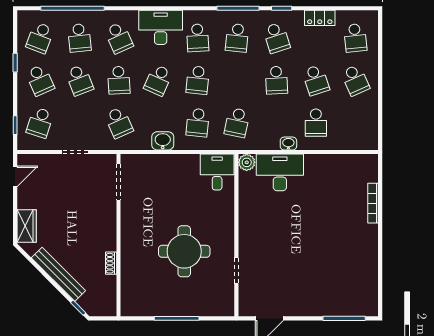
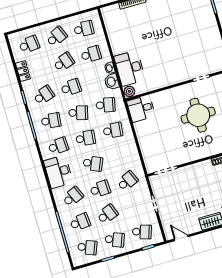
school desk: (40, 80) -> (115, 240), turned 45
school desk: (237, 80) -> (78, 113), added
school desk: (355, 123) -> (84, 29), added
washbasin: (163, 141) -> (112, 82), moved

